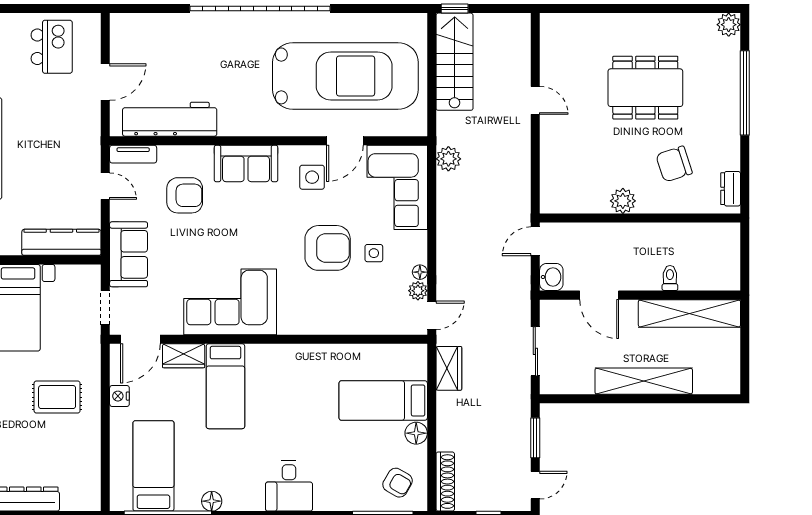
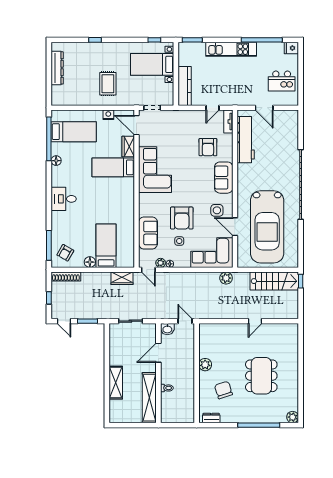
sofa: (129, 254) -> (148, 233), moved, turned -90
shelving: (644, 381) -> (116, 383), width x0.68

